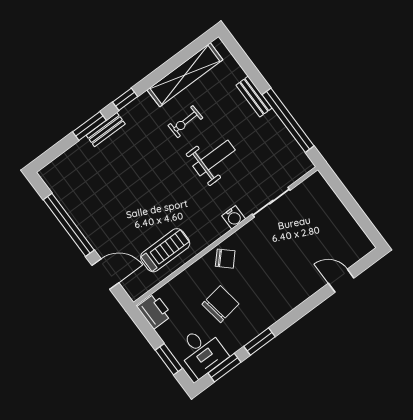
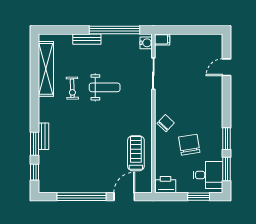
window: (125, 99) -> (35, 172), moved
weight bench: (214, 158) -> (105, 87), turned 90
filing cabinet: (318, 183) -> (162, 39), added
water cooler: (234, 217) -> (146, 43), moved

